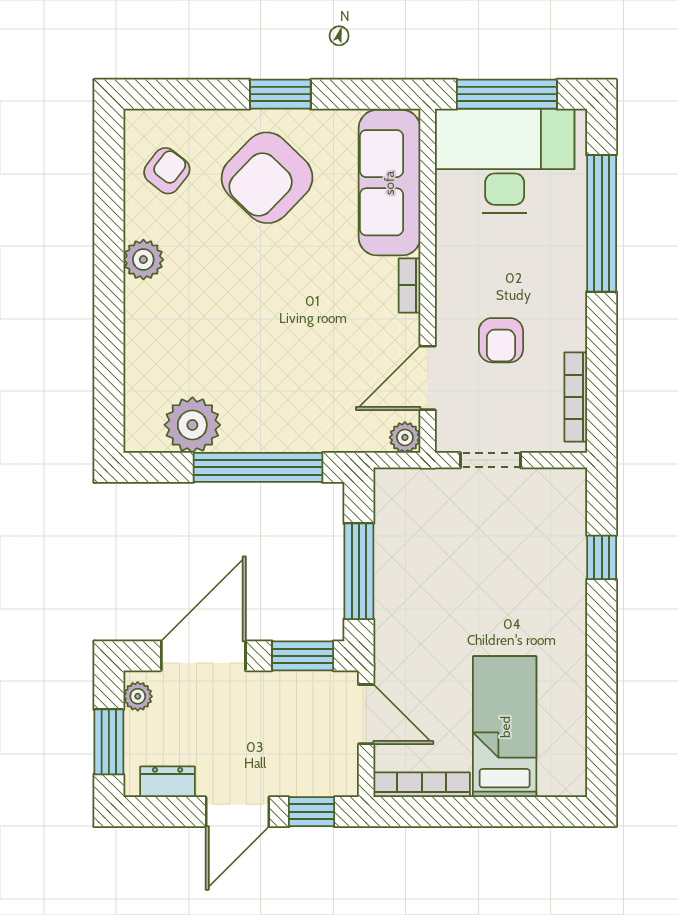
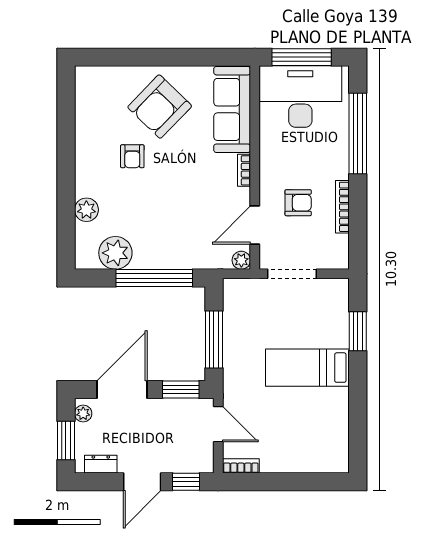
window: (280, 94) -> (168, 57), removed
armchair: (167, 171) -> (132, 156), moved, turned 142
plant: (143, 260) -> (86, 210), moved
armchair: (501, 340) -> (298, 203), turned -90
bookcase: (576, 397) -> (342, 207), moved
doorway: (491, 460) -> (292, 274), width x1.38
window: (602, 557) -> (358, 331), width x1.50
bed: (505, 727) -> (307, 368), moved, turned -90
bookcase: (422, 785) -> (241, 466), width x0.64

